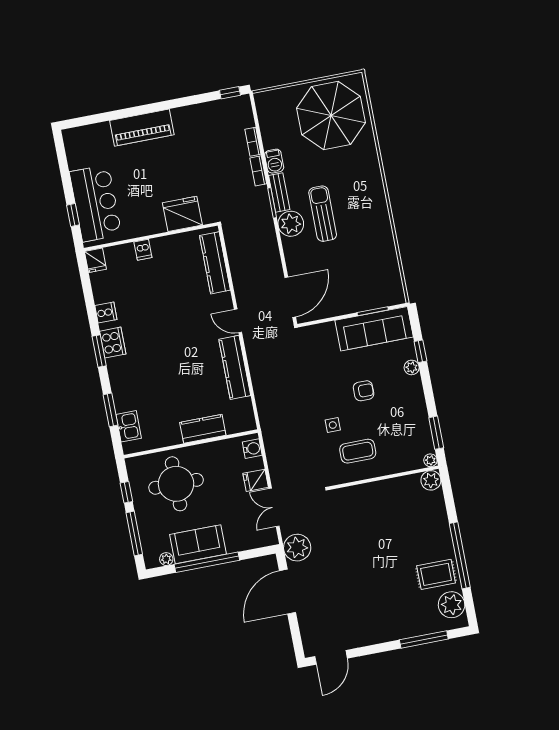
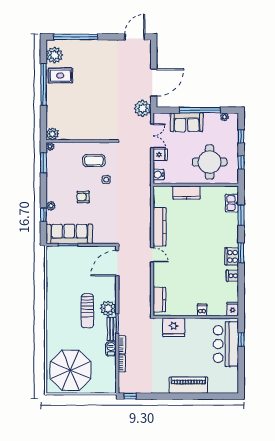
kitchen counter: (215, 263) -> (159, 300), width x0.67
window: (134, 533) -> (241, 136), width x0.46
sofa: (198, 544) -> (187, 122), moved
window: (424, 639) -> (76, 37), width x1.46

